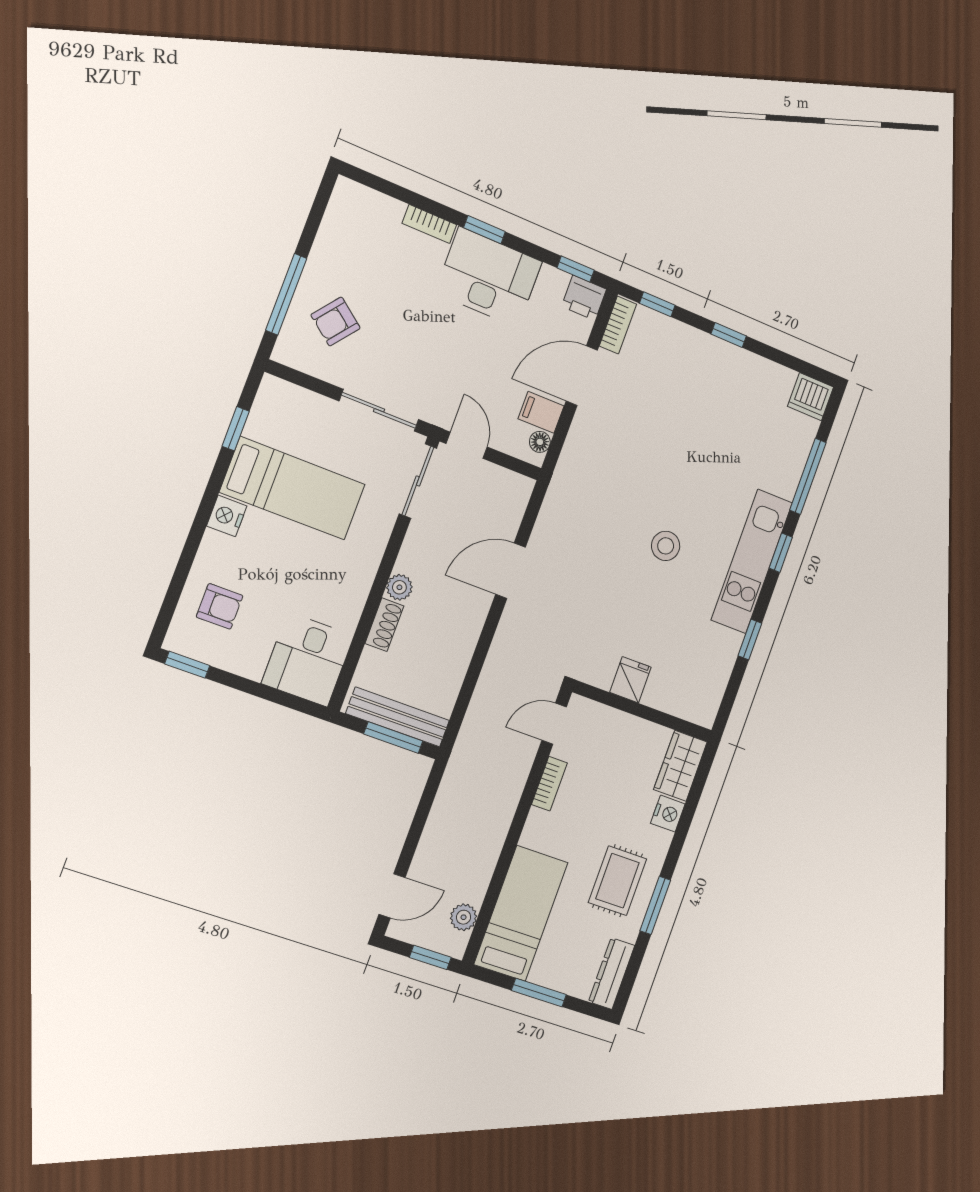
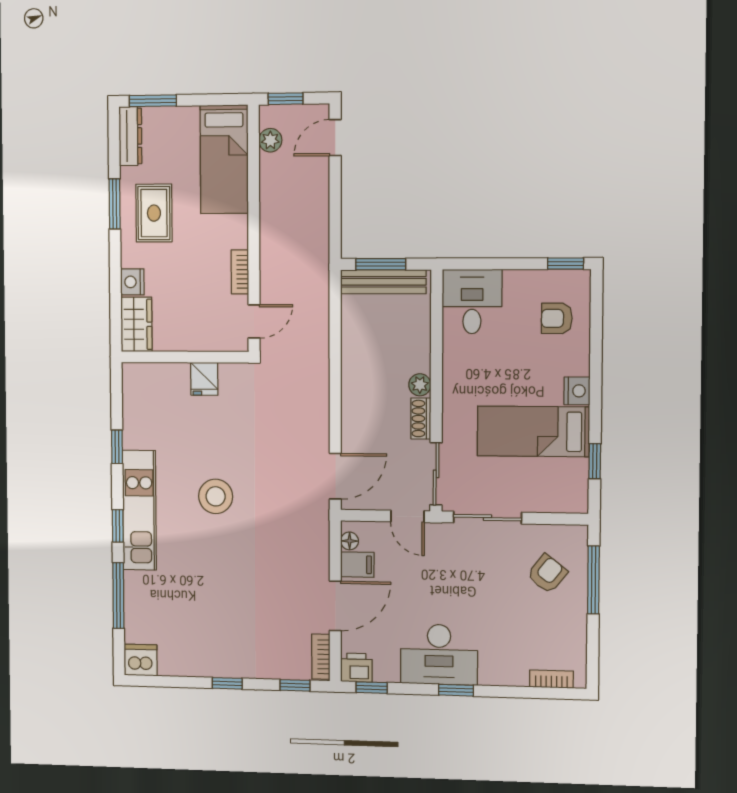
bookcase: (429, 224) -> (551, 679), moved
stool: (666, 546) -> (216, 496), width x1.38, depth x1.38
door: (511, 571) -> (335, 476), moved
shoe rack: (384, 625) -> (421, 418), moved
window: (539, 993) -> (153, 101), moved

